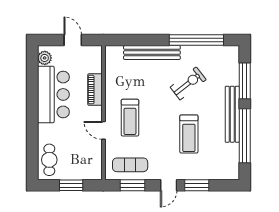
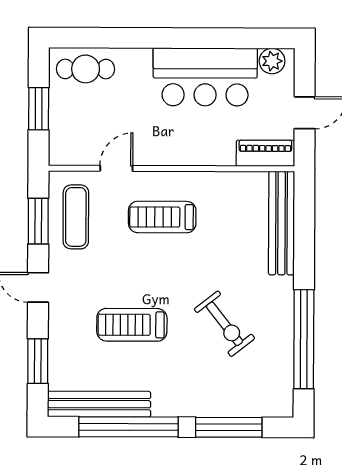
bench: (152, 53) -> (281, 223), moved
piano: (95, 90) -> (265, 153), moved
bench: (232, 114) -> (99, 404), moved
door: (103, 130) -> (116, 168), moved
window: (197, 185) -> (38, 361), moved

